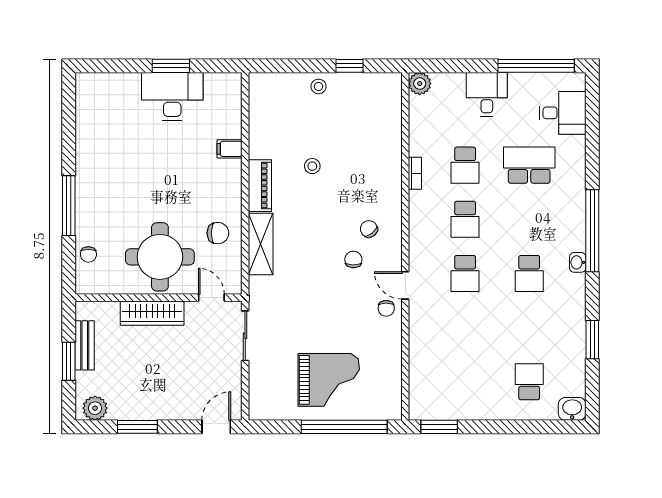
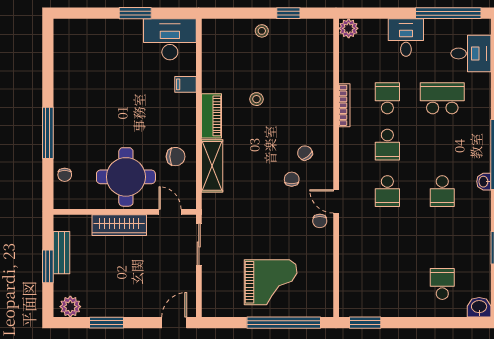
desk: (172, 96) -> (170, 39), moved
school desk: (465, 165) -> (387, 98), turned 180
bookcase: (415, 173) -> (344, 105), width x1.56

